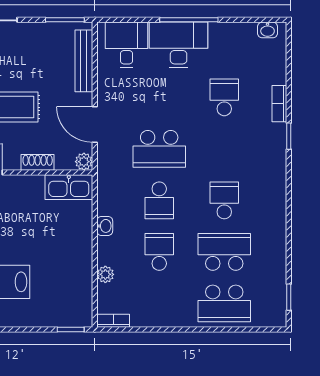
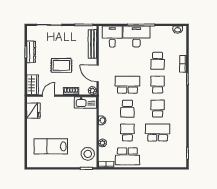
school desk: (224, 97) -> (158, 61), turned 180
school desk: (159, 149) -> (127, 85), turned 180
school desk: (224, 149) -> (158, 85), added
stool: (74, 298) -> (88, 154), added
school desk: (224, 303) -> (127, 156), moved

